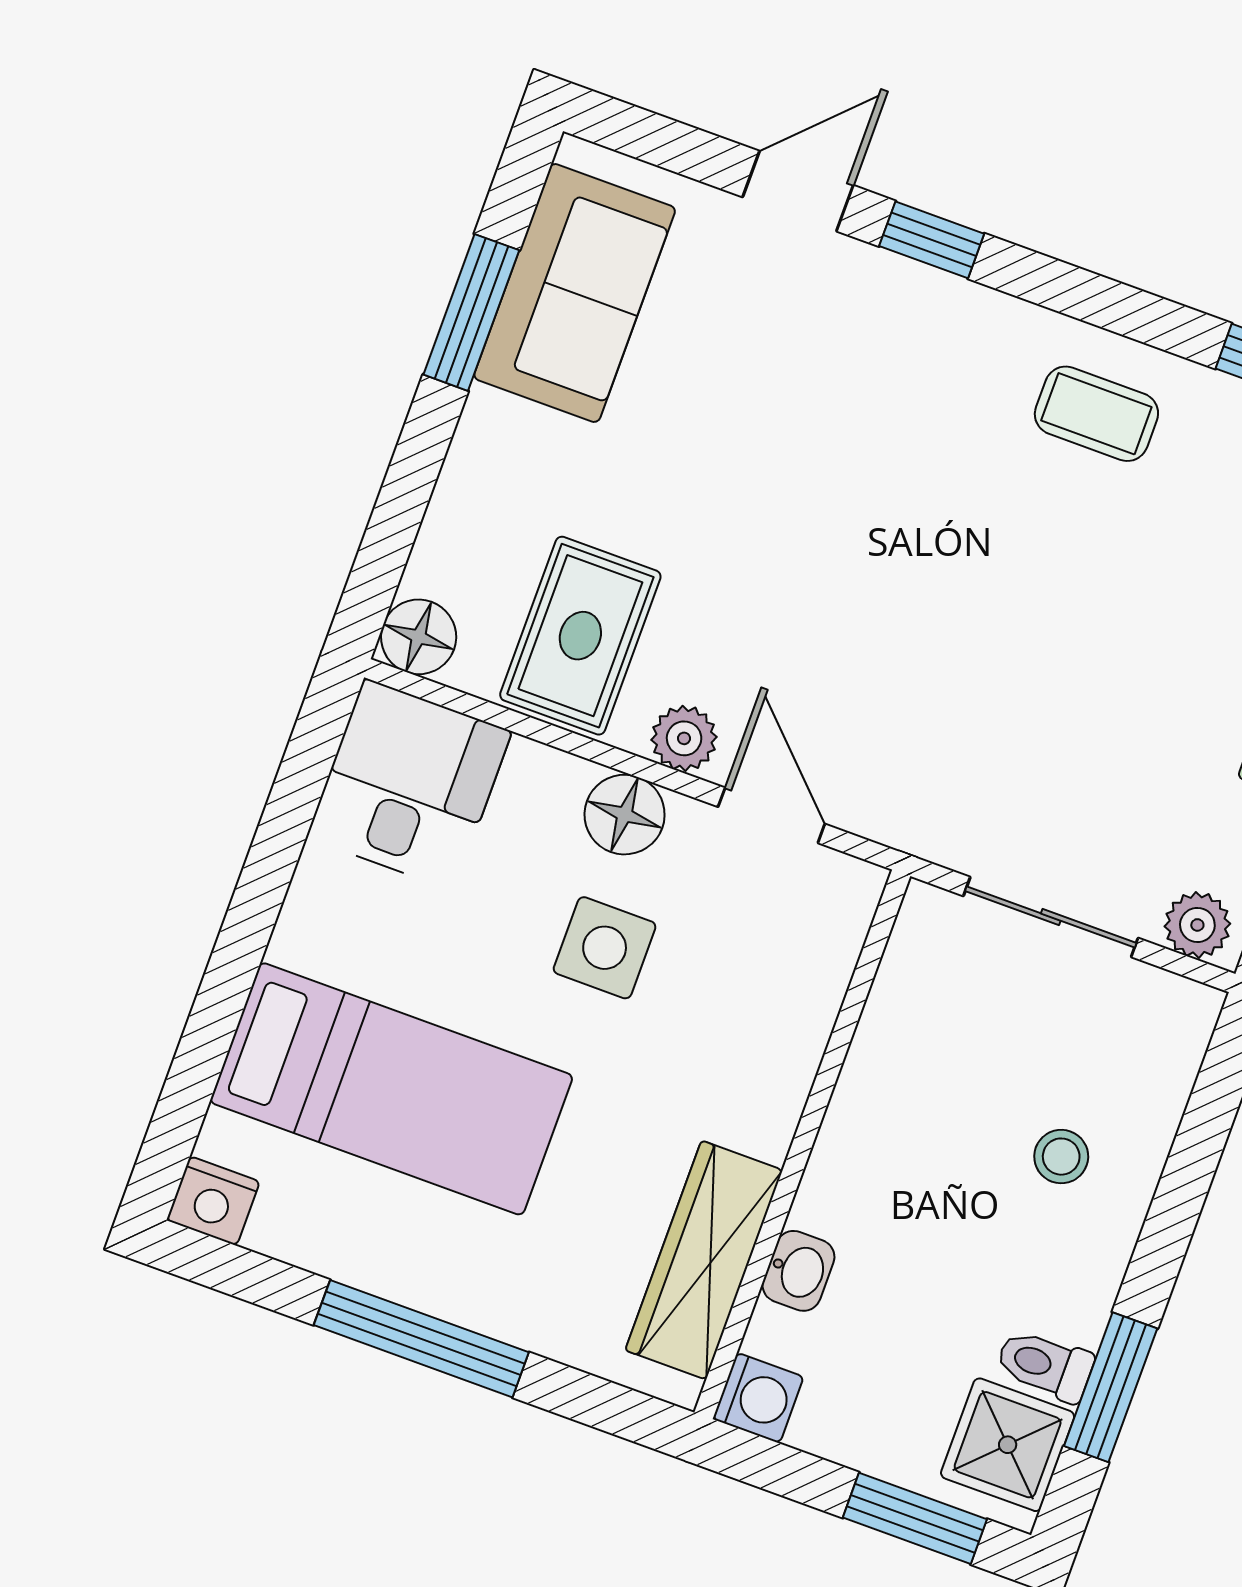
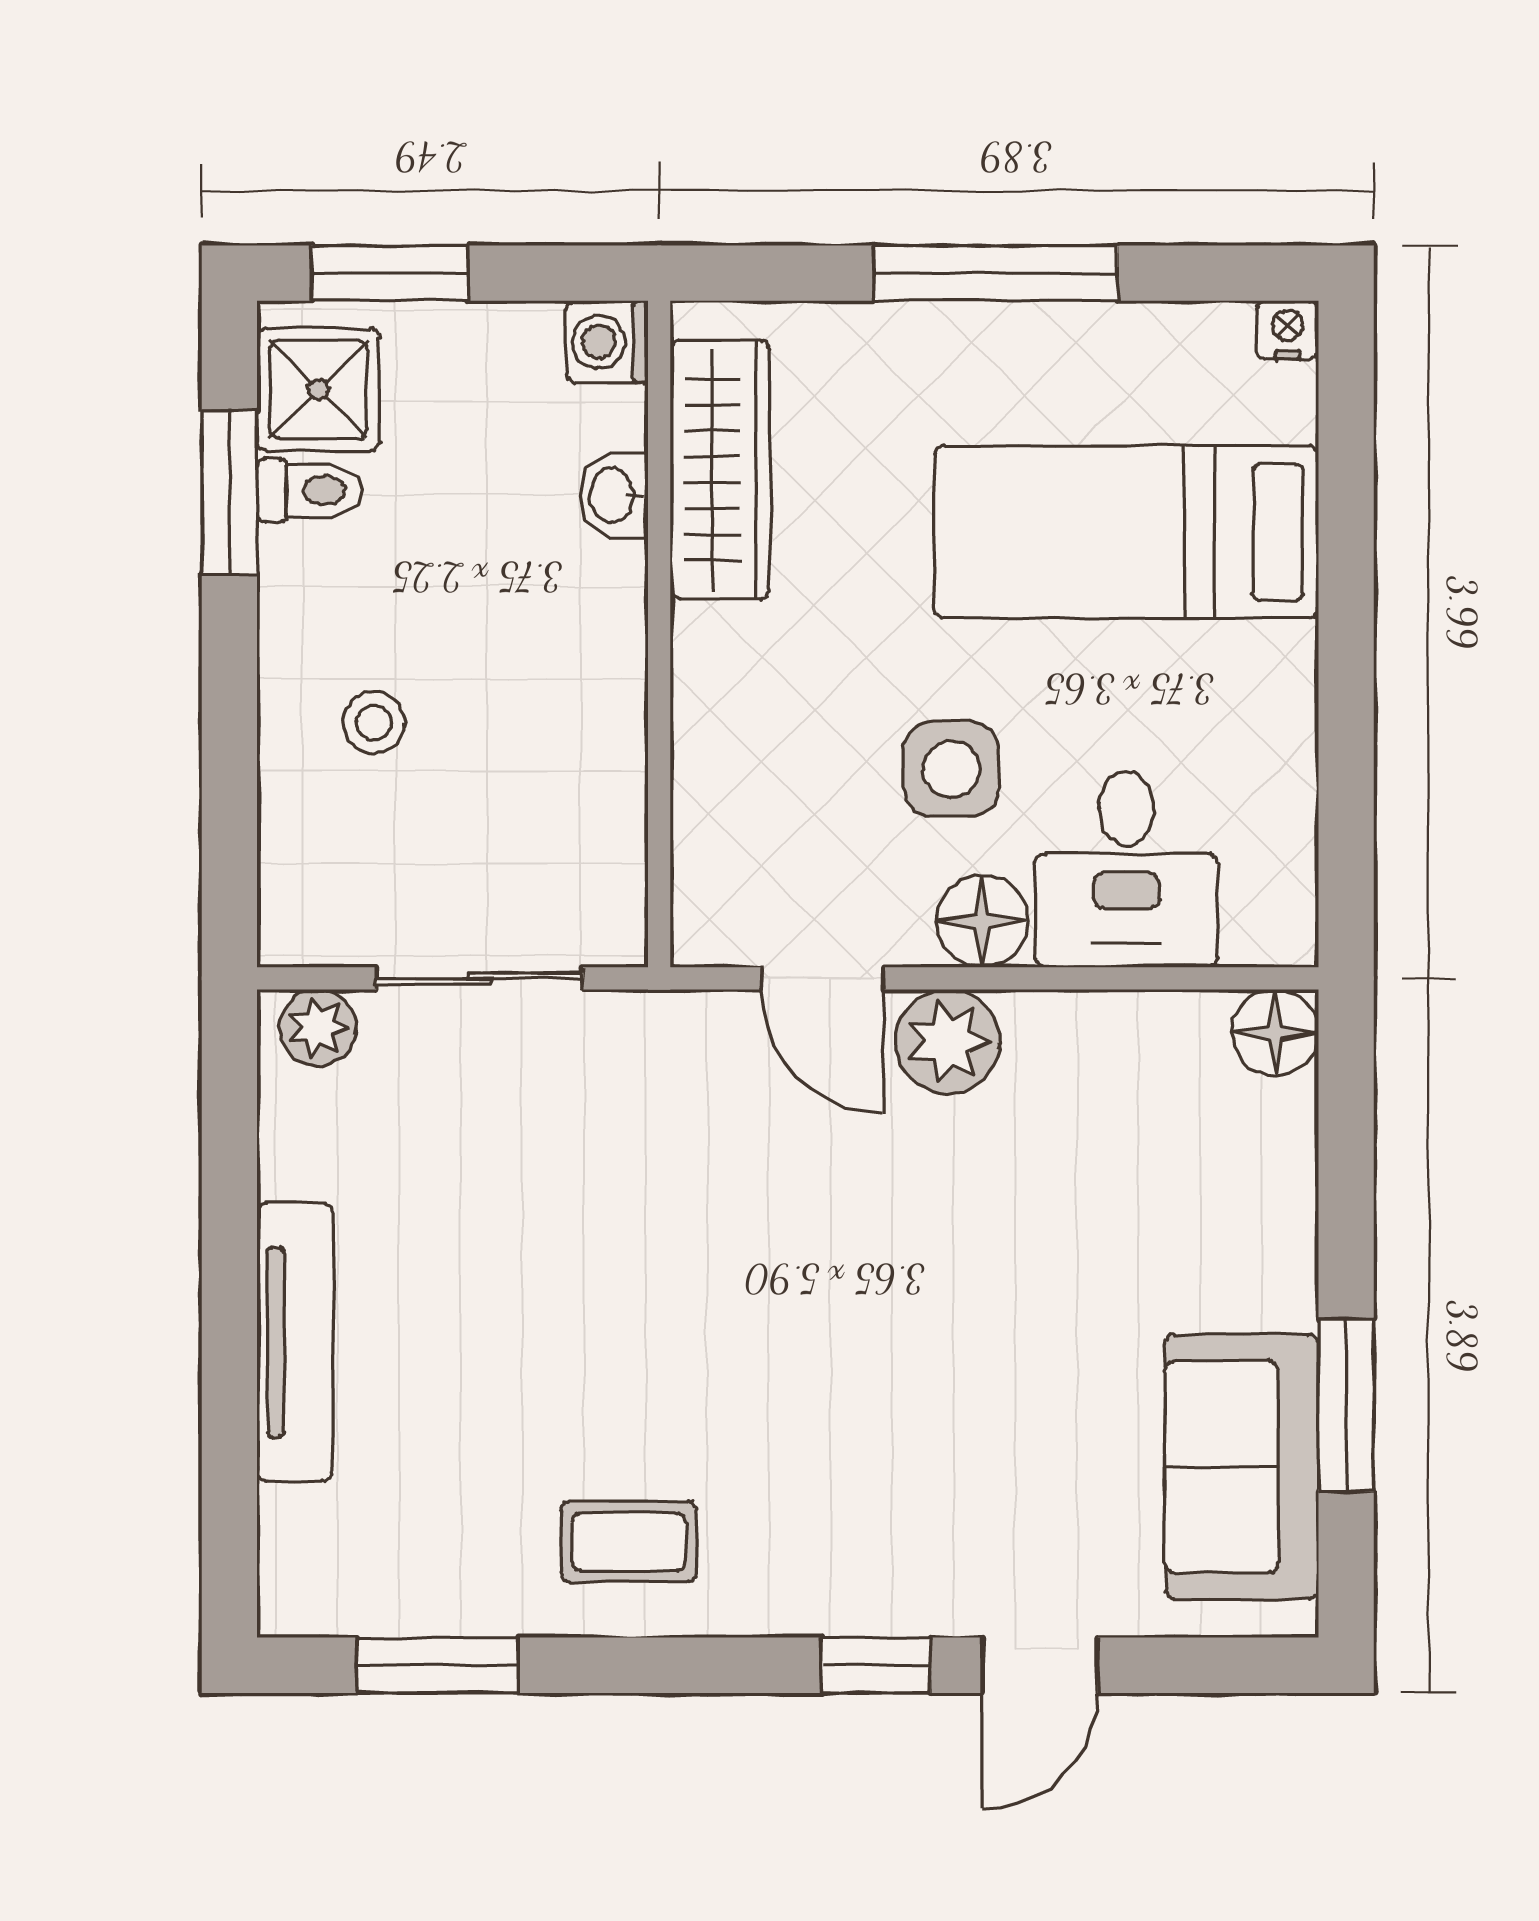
rug: (580, 636) -> (1100, 1098), removed
plant: (684, 738) -> (948, 1042), width x1.38, depth x1.38
desk: (409, 784) -> (1126, 869), moved
nightstand: (213, 1201) -> (1287, 330), width x0.72, depth x0.74

